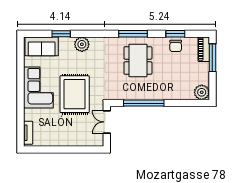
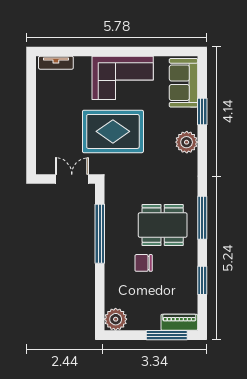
chair: (176, 46) -> (144, 263), moved

